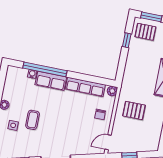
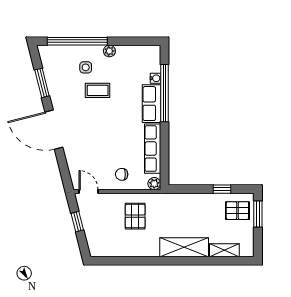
pallet: (145, 32) -> (237, 211), turned 90

